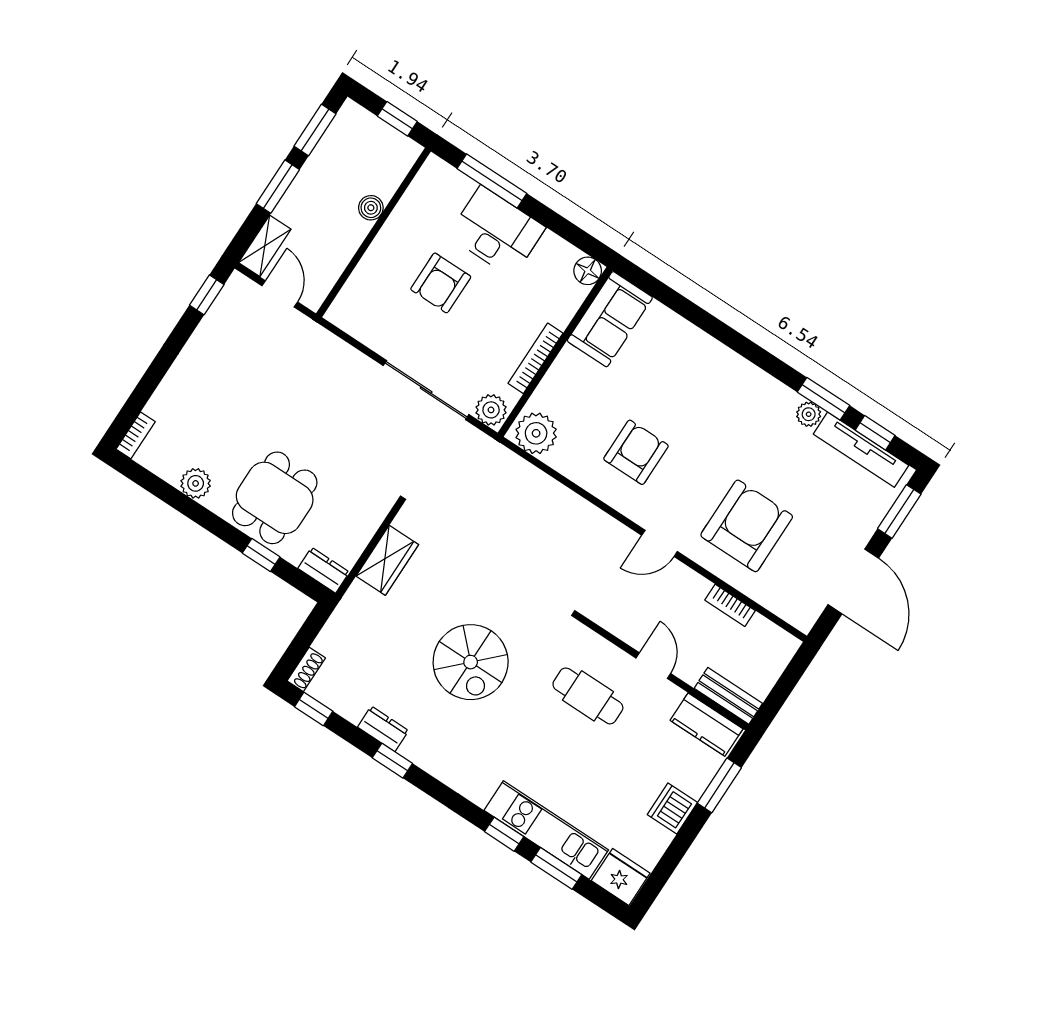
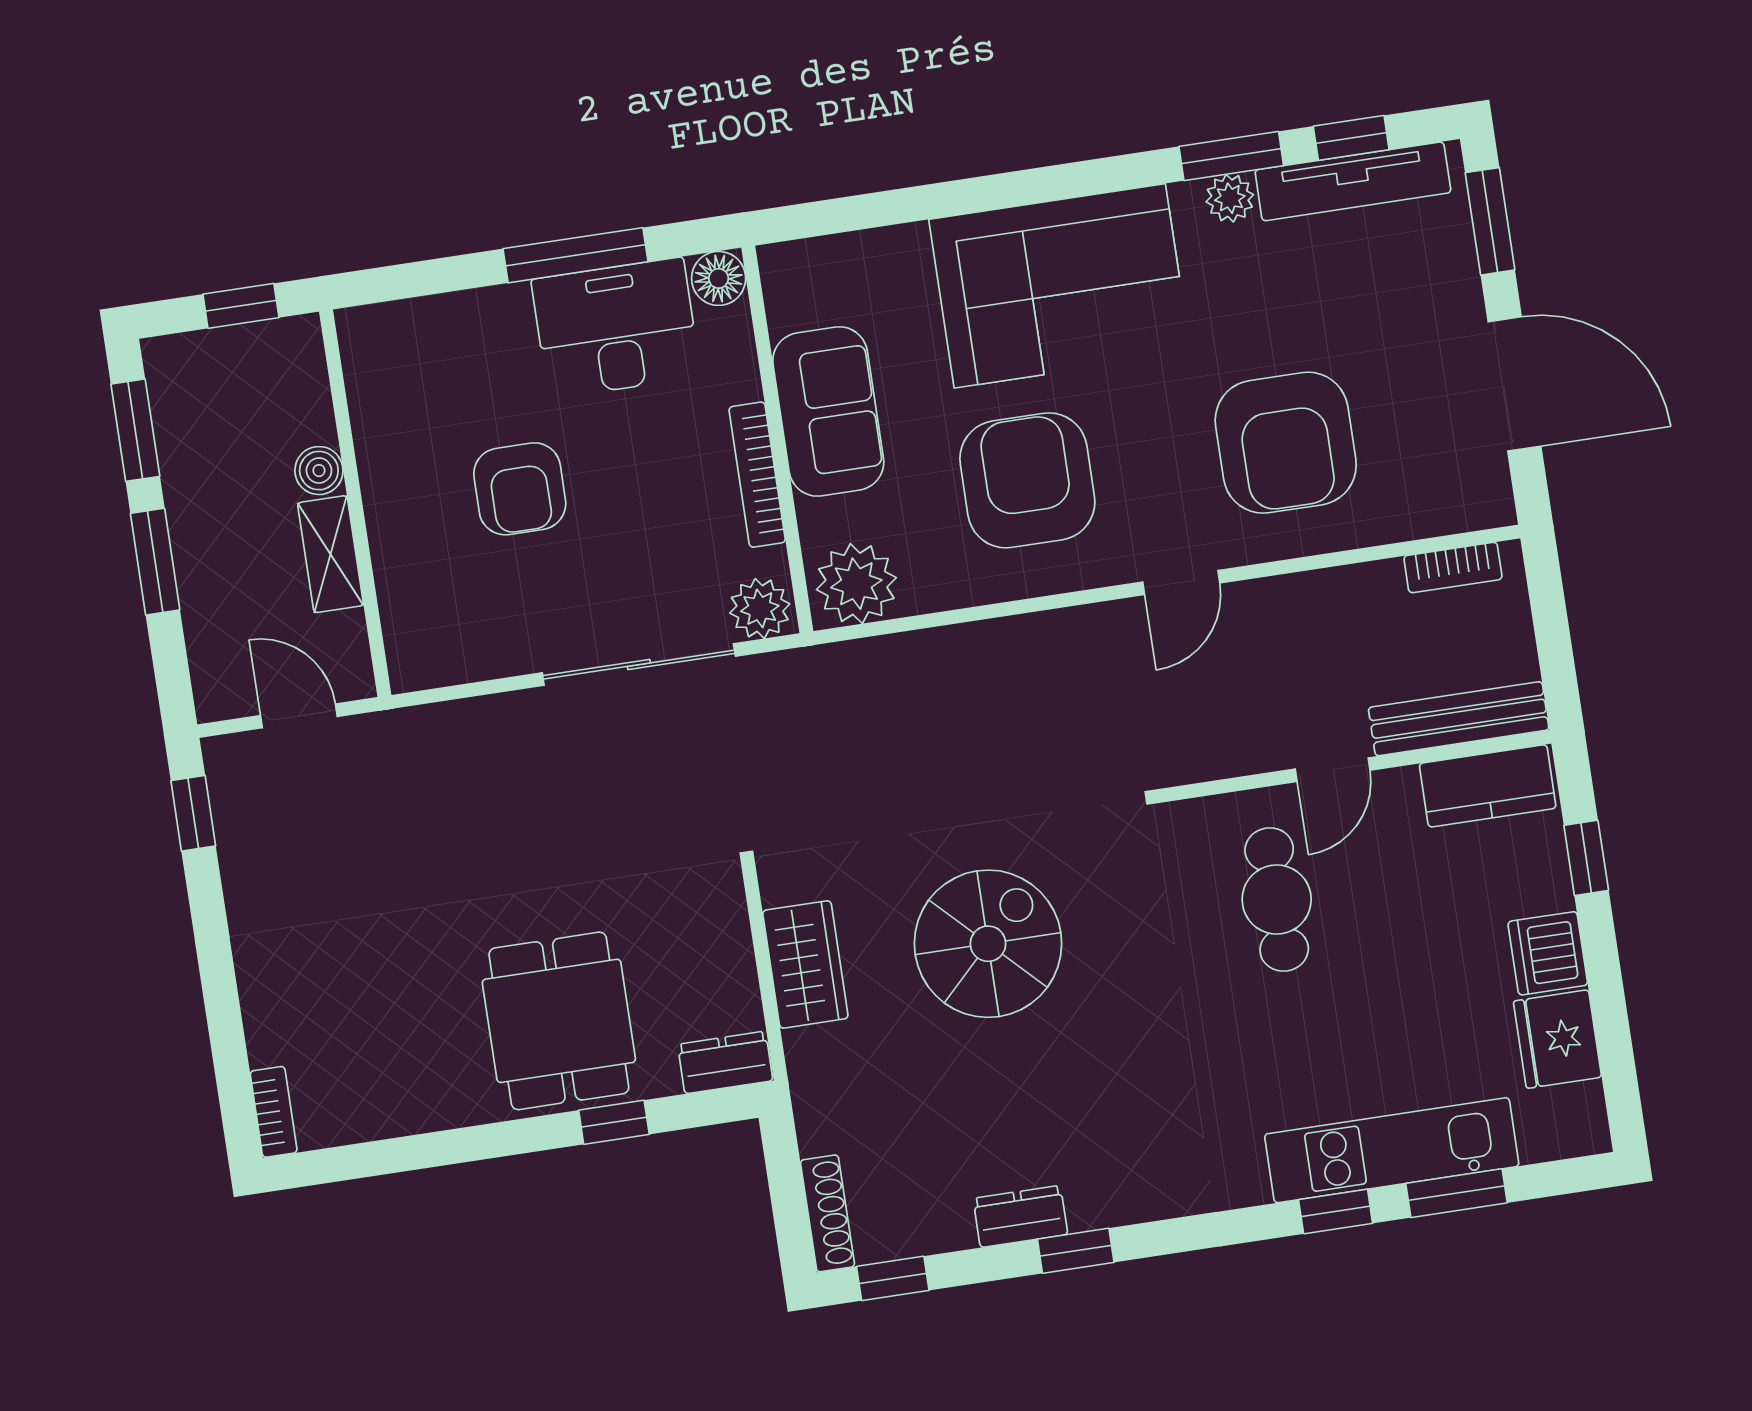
window: (492, 181) -> (576, 255), moved
desk: (497, 232) -> (616, 328), moved
shelving: (265, 246) -> (331, 554), moved
sofa: (610, 319) -> (828, 411), moved
corner sofa: (714, 390) -> (1060, 286), added
armchair: (636, 452) -> (1027, 480), width x1.36, depth x1.36
plant: (196, 483) -> (424, 1103), removed
armchair: (747, 526) -> (1286, 443), turned 180
bookcase: (730, 605) -> (1453, 568), moved
spiral stairs: (471, 662) -> (988, 944), moved, turned -90
door: (653, 666) -> (1333, 770), swing flipped
shoe rack: (306, 669) -> (827, 1213), width x1.43
cafe table: (588, 696) -> (1277, 900), turned 90
bench: (728, 696) -> (1459, 719), width x1.36
window: (719, 785) -> (1586, 858), width x0.67
fridge: (621, 877) -> (1557, 1039), moved, turned -90

